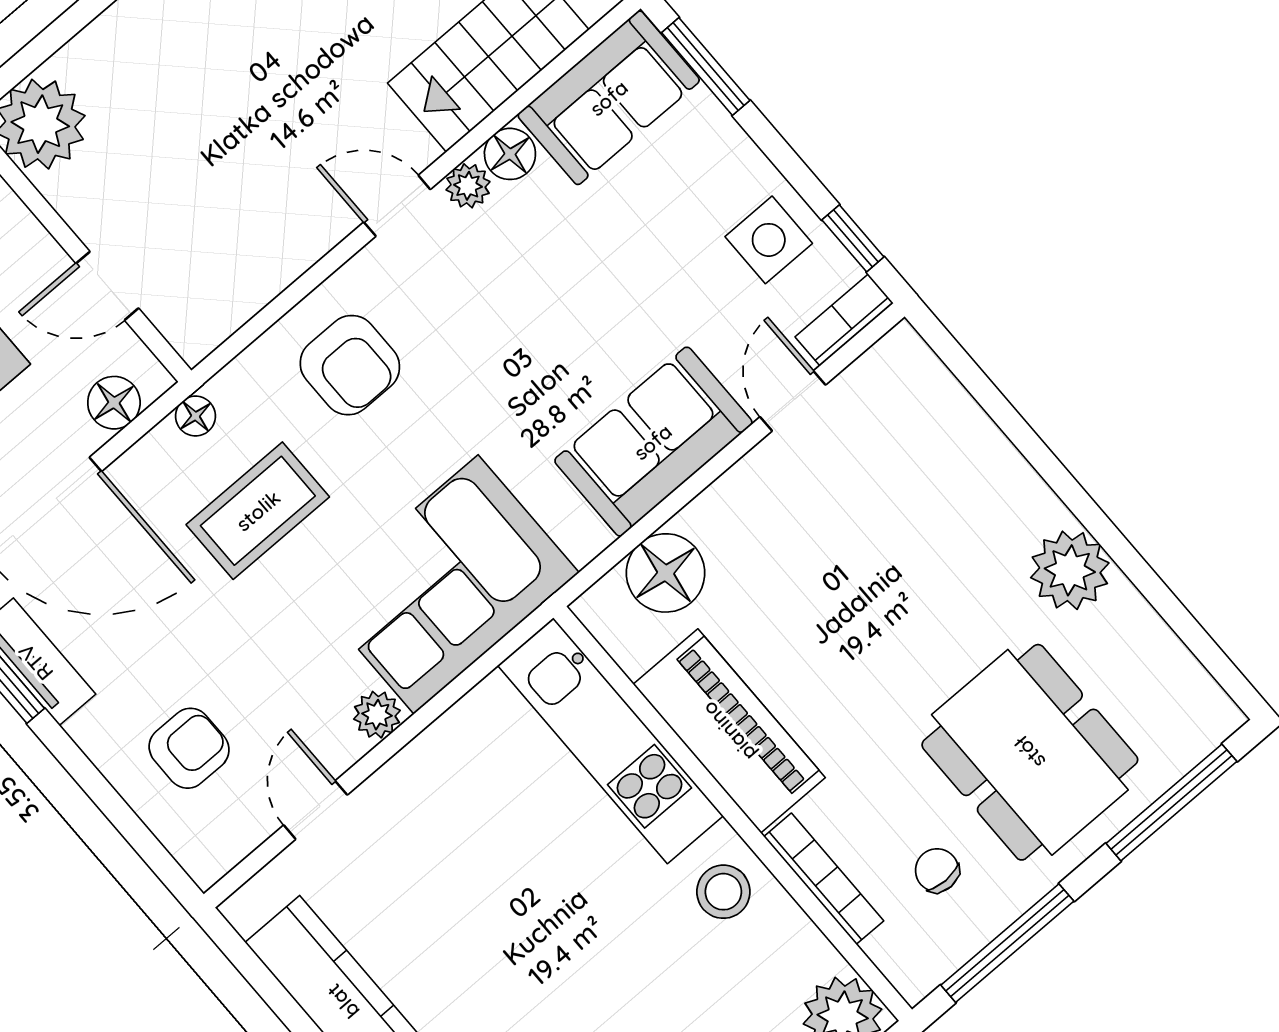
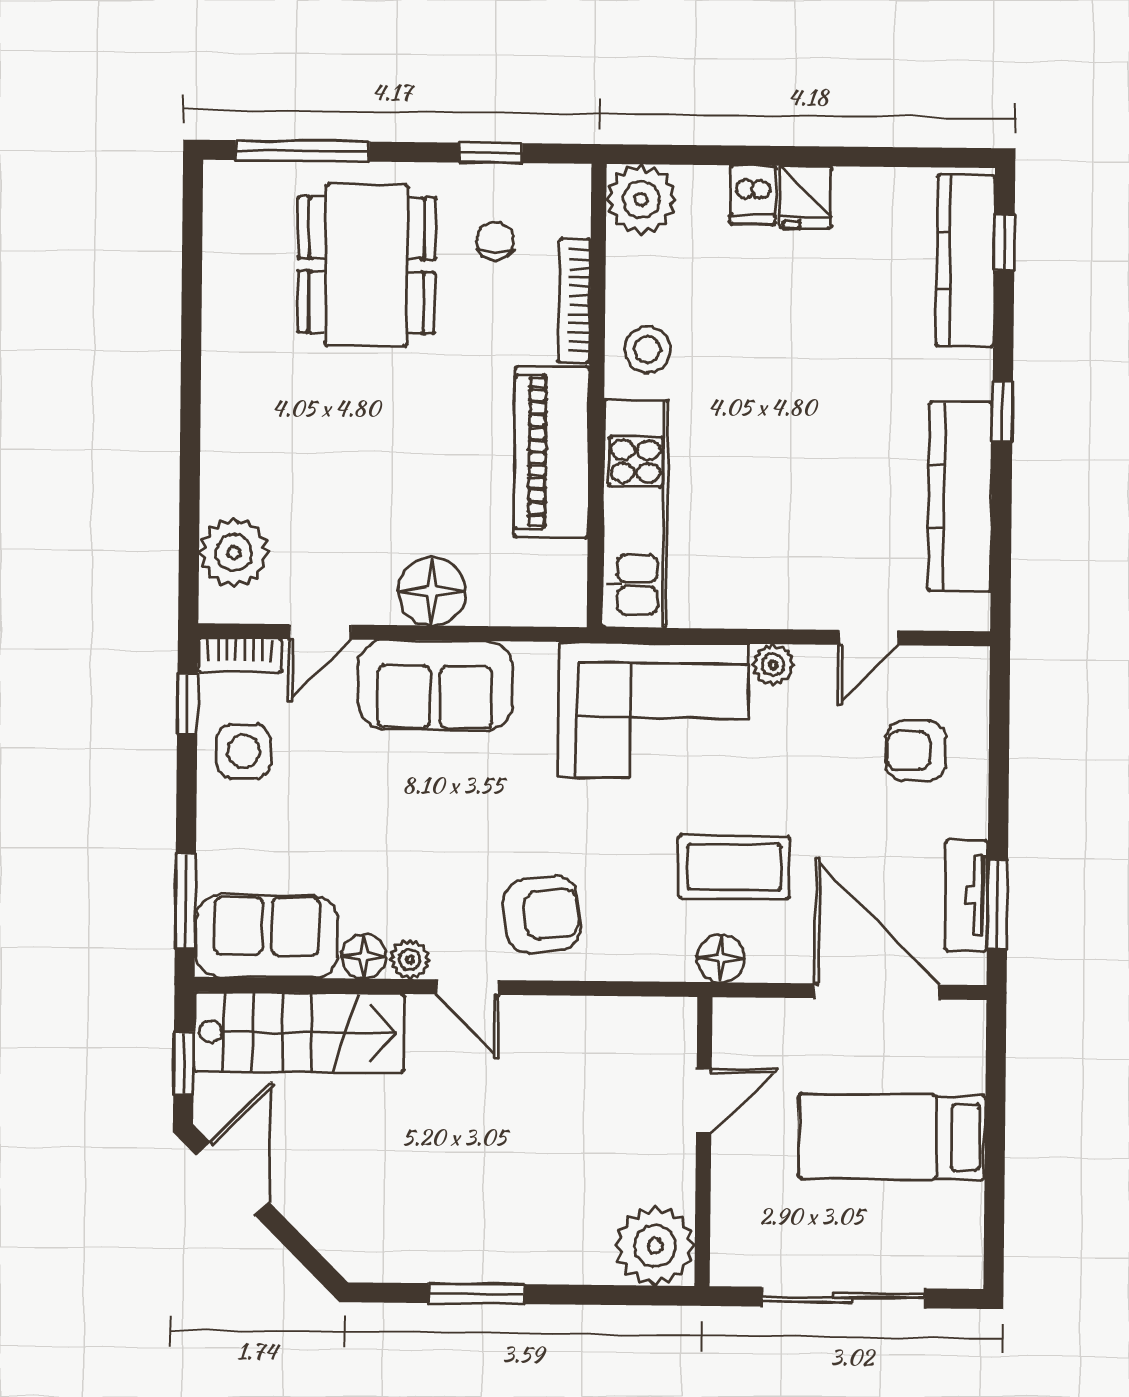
door: (107, 286) -> (704, 1101), hinge flipped
armchair: (350, 365) -> (542, 915), moved, turned 84
floor lamp: (114, 403) -> (767, 1021), removed
floor lamp: (196, 416) -> (721, 958), width x1.37, depth x1.37
plant: (1070, 570) -> (234, 553), moved
floor lamp: (666, 573) -> (432, 591), moved
chair: (937, 870) -> (495, 241), turned 180
window: (1007, 943) -> (491, 153), width x0.46

